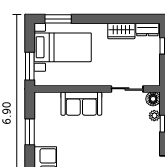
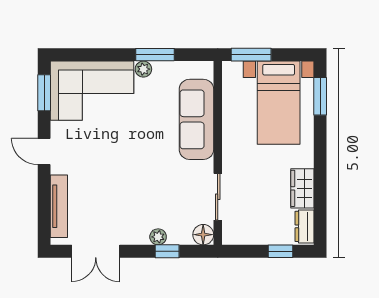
sofa: (81, 104) -> (196, 119), width x1.36
plant: (154, 116) -> (158, 237), moved
plant: (40, 140) -> (143, 69), added

